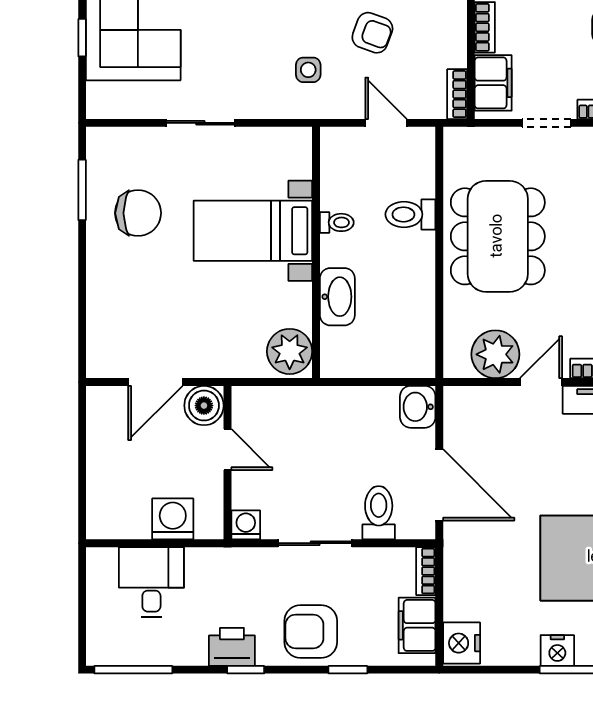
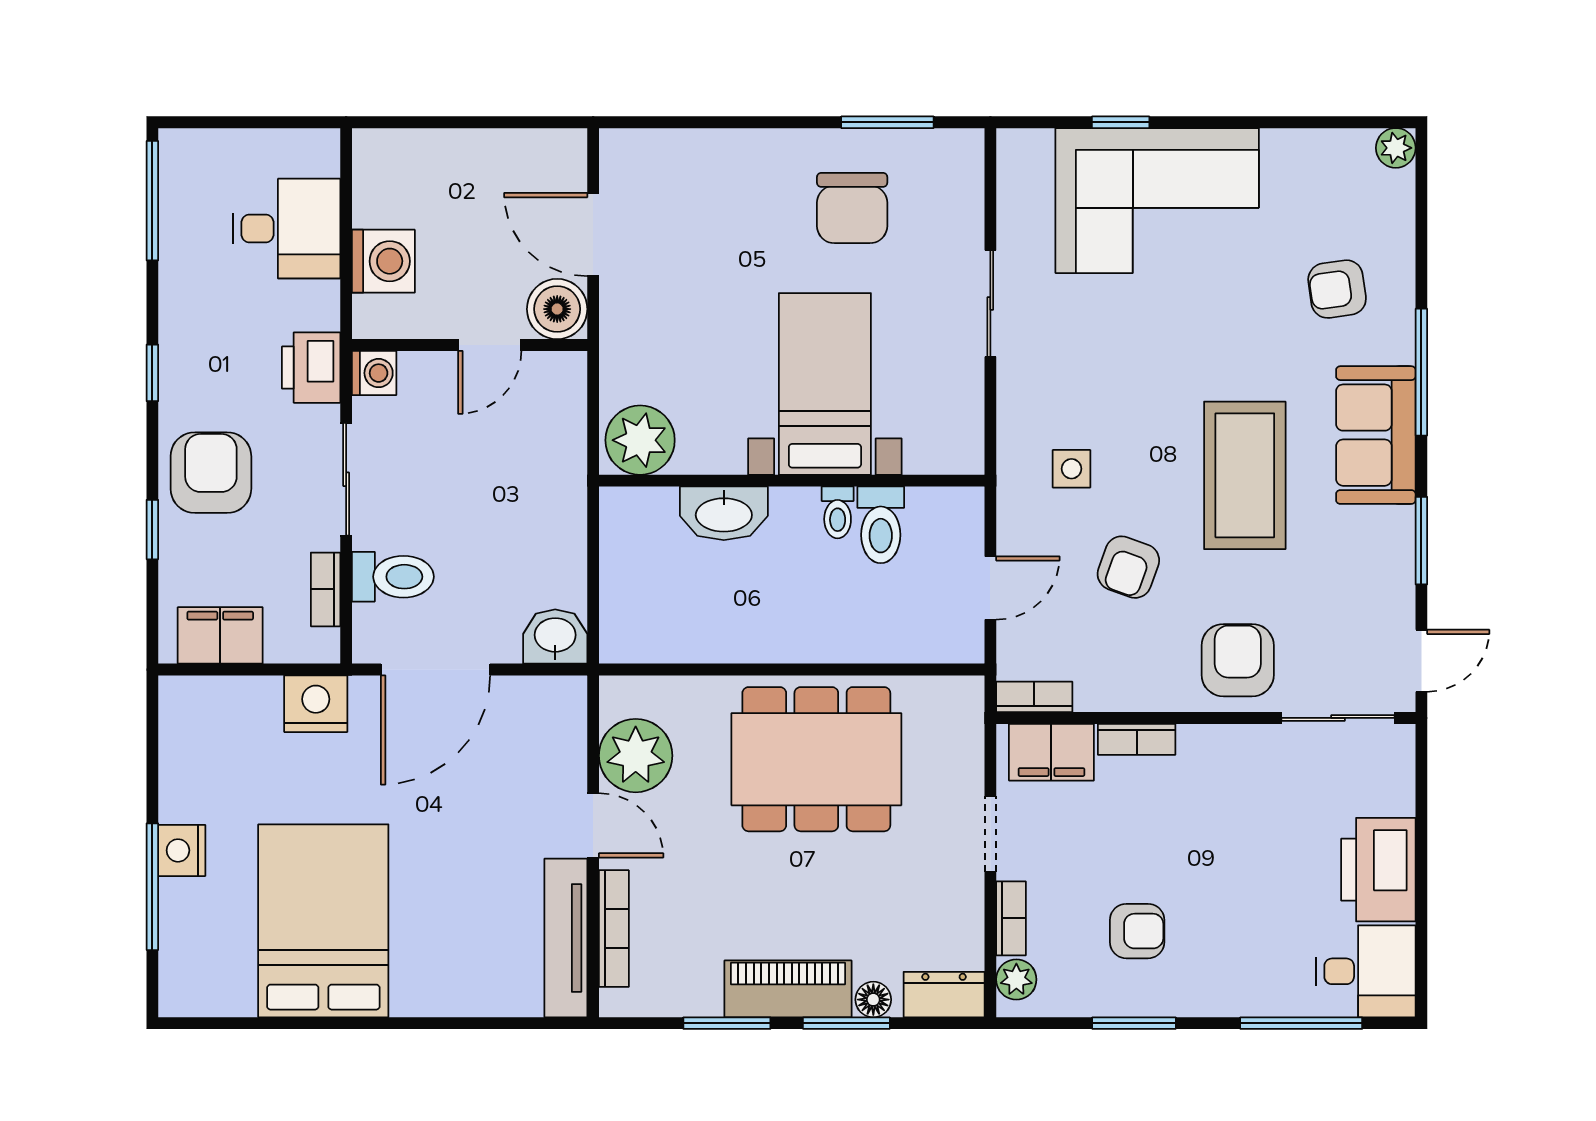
toilet: (410, 214) -> (881, 525), moved, turned 180
bookcase: (426, 571) -> (326, 589), moved, turned -90
nightstand: (462, 643) -> (316, 704), moved
printer: (232, 647) -> (311, 368), moved, turned 180

